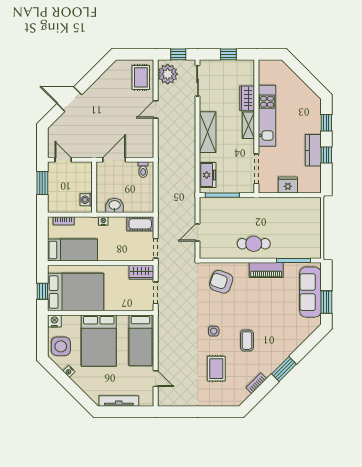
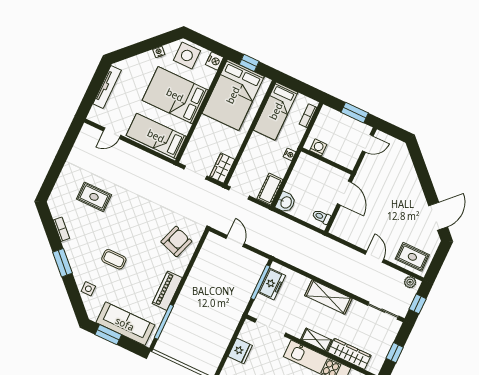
plant: (168, 74) -> (410, 282), width x0.53, depth x0.53
wardrobe: (247, 98) -> (349, 354), width x1.50
door: (69, 99) -> (438, 216), moved
freezer: (208, 175) -> (272, 284), moved, turned -90
washbasin: (115, 205) -> (286, 202), moved
cafe table: (254, 244) -> (198, 291), removed
side table: (214, 331) -> (88, 289), moved
coffee table: (247, 341) -> (114, 259), moved

